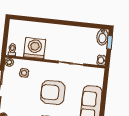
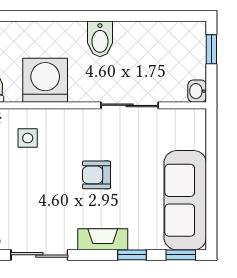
bidet: (102, 37) -> (100, 39), moved
armchair: (53, 93) -> (97, 175), width x0.53, depth x0.53

